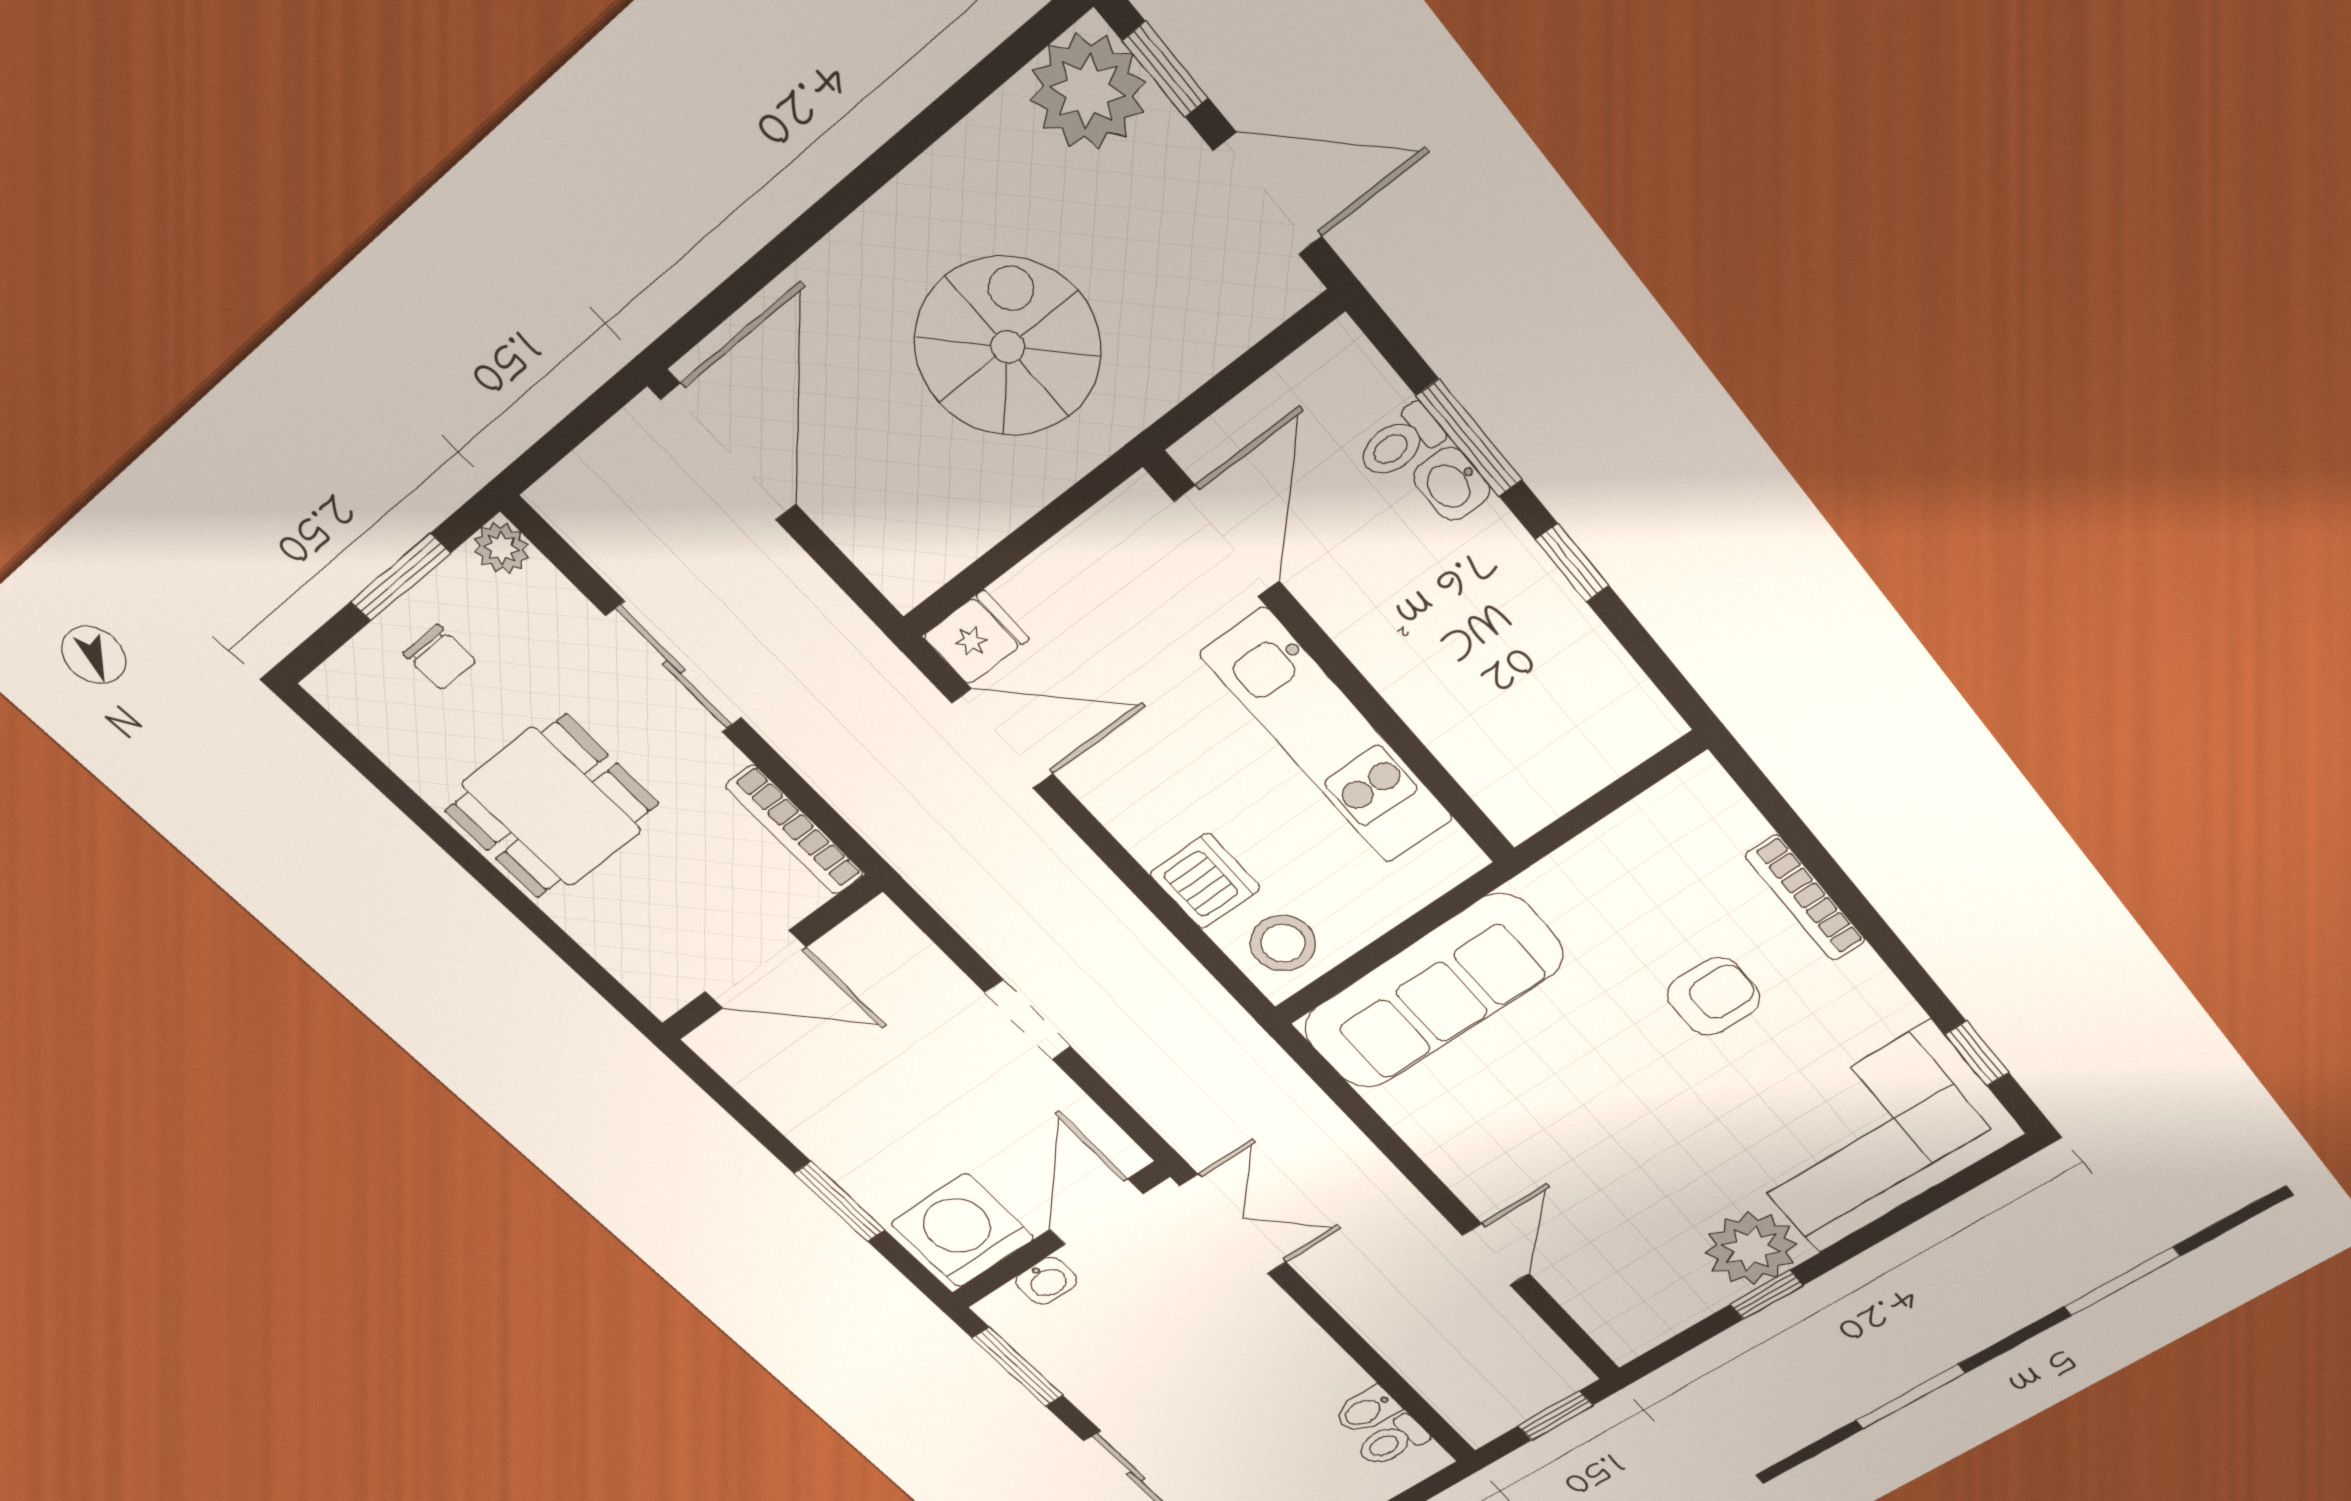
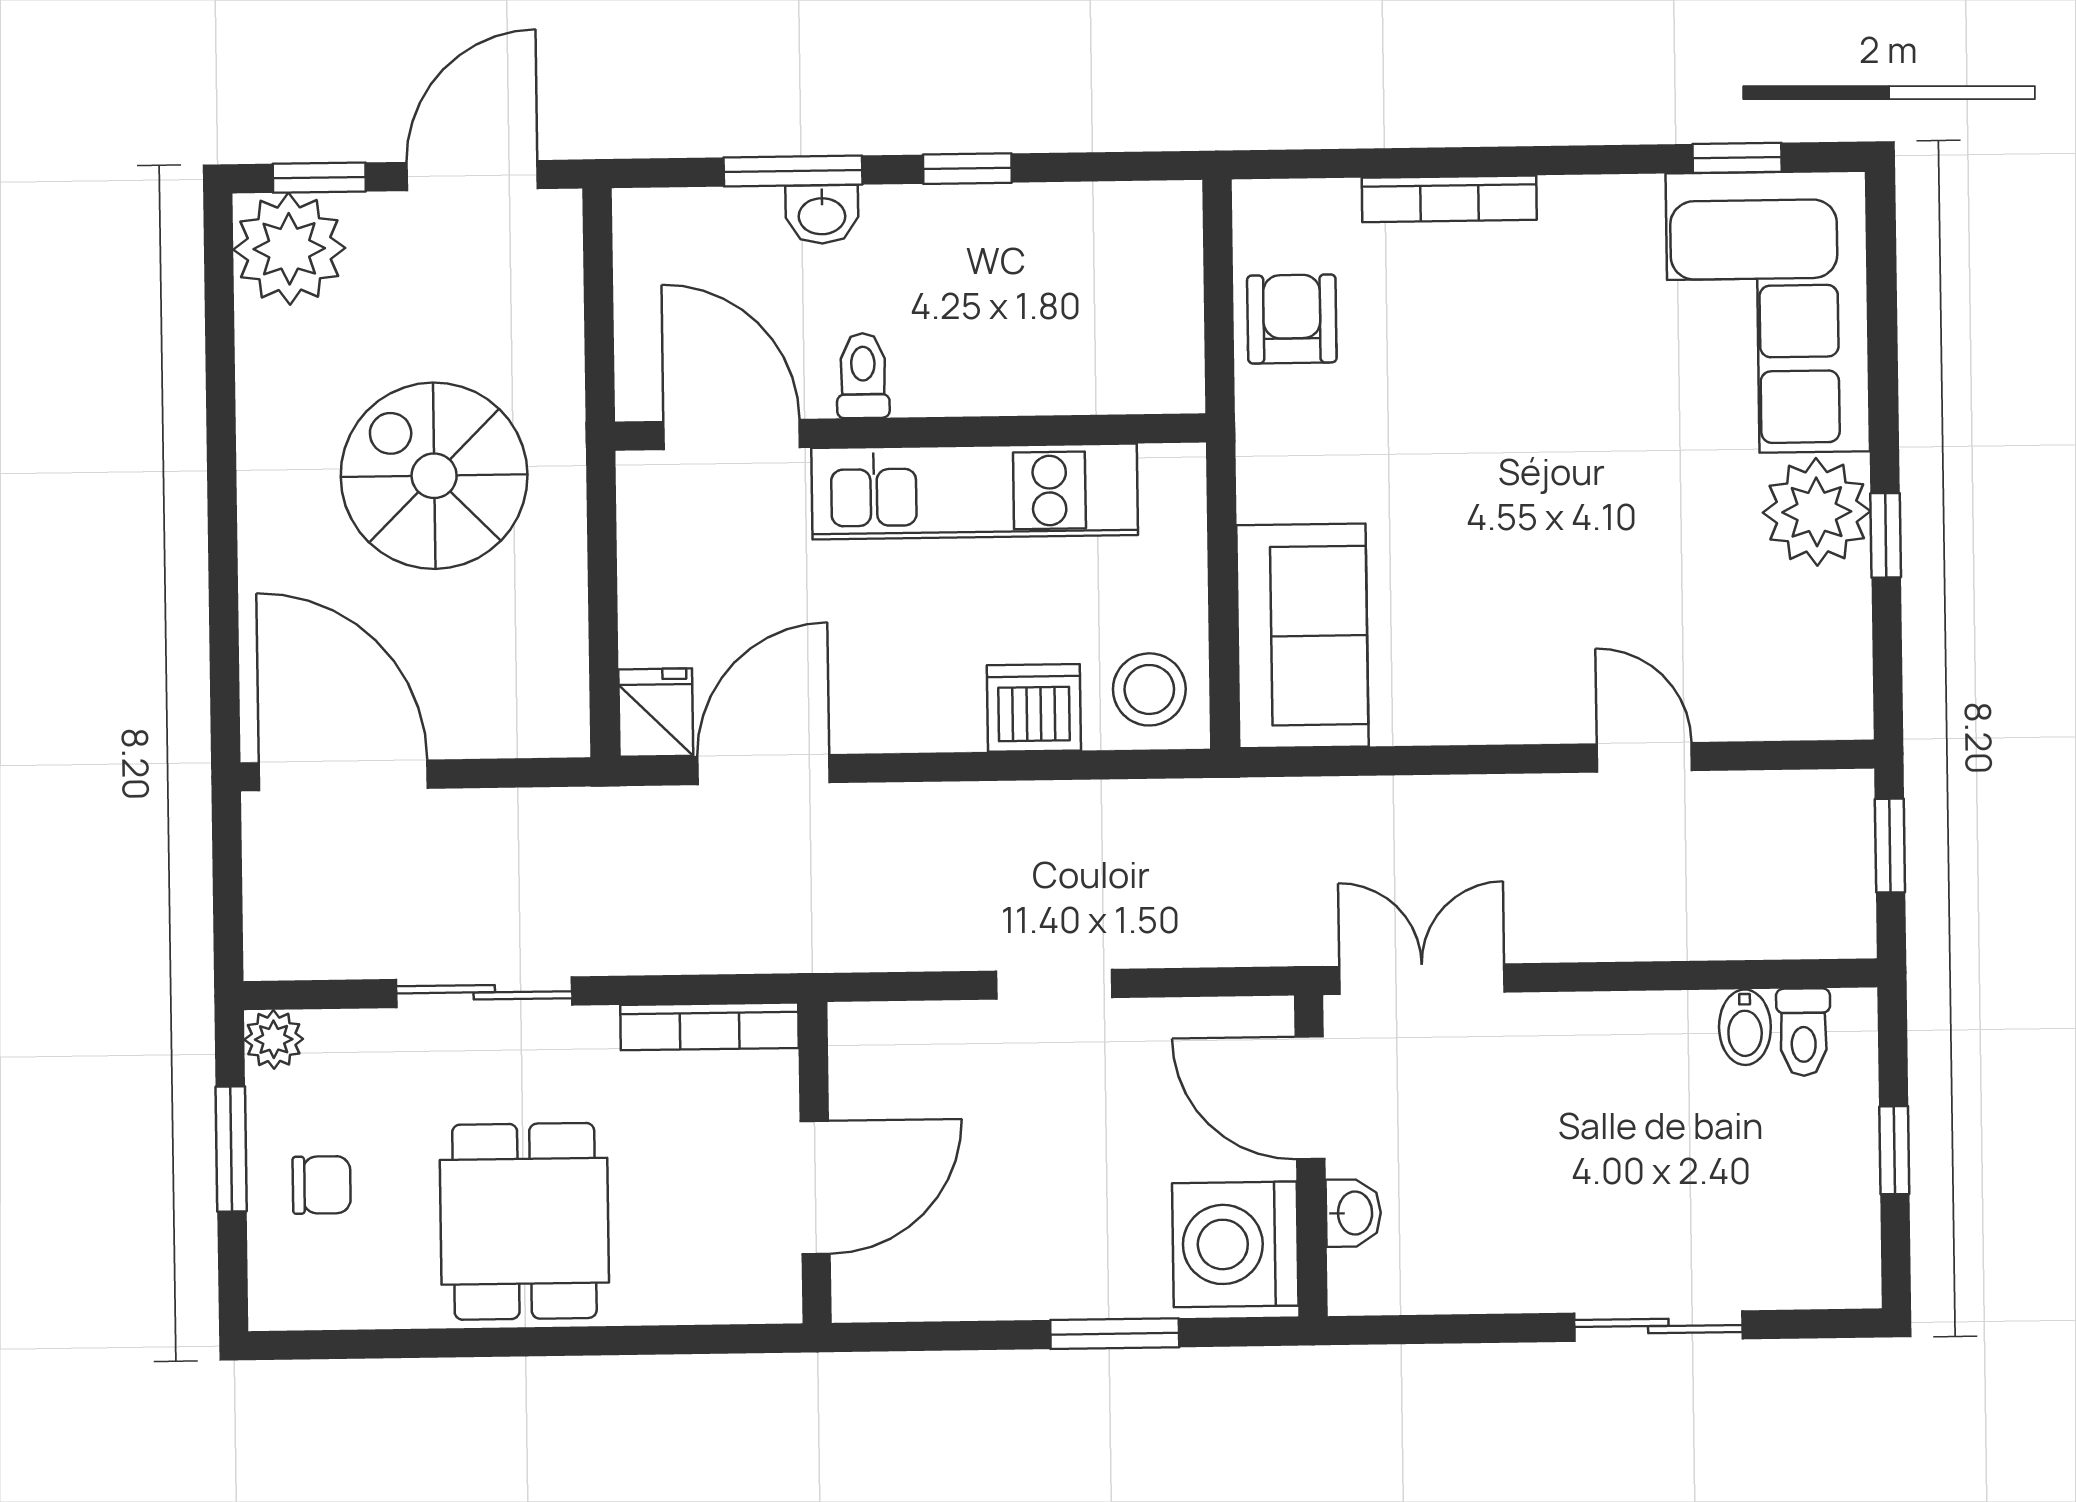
toilet: (1400, 442) -> (863, 376), moved, turned 180
sofa: (1433, 992) -> (1302, 636), width x0.73
armchair: (1714, 996) -> (1292, 319), moved
window: (1018, 1367) -> (1434, 1329), removed

